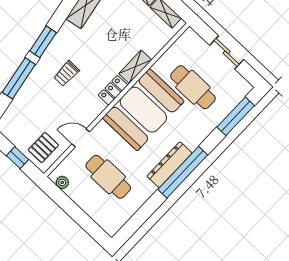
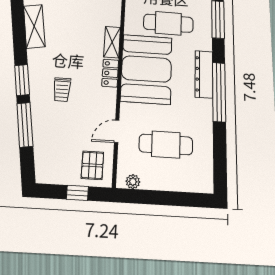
dresser: (170, 165) -> (204, 74), moved

